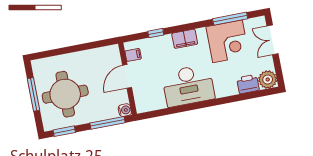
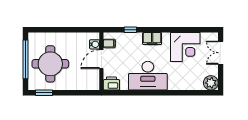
window: (230, 19) -> (191, 30), removed
printer: (248, 84) -> (111, 83), moved
window: (34, 94) -> (25, 59), width x1.46
water cooler: (125, 110) -> (95, 44), moved
window: (107, 123) -> (79, 93), removed

